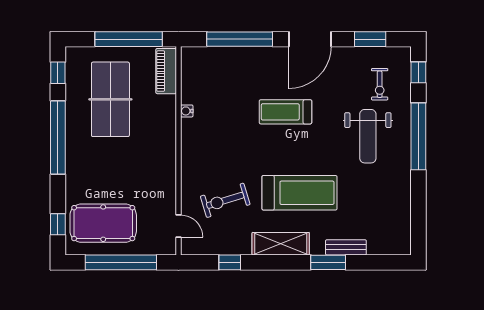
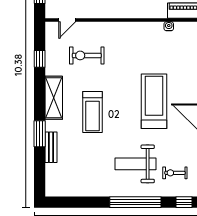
water cooler: (187, 111) -> (169, 26), moved
treadmill: (285, 112) -> (154, 101), width x1.37, depth x1.38
treadmill: (299, 193) -> (93, 112), width x0.73, depth x0.73
exercise bike: (225, 200) -> (87, 55), turned -73

